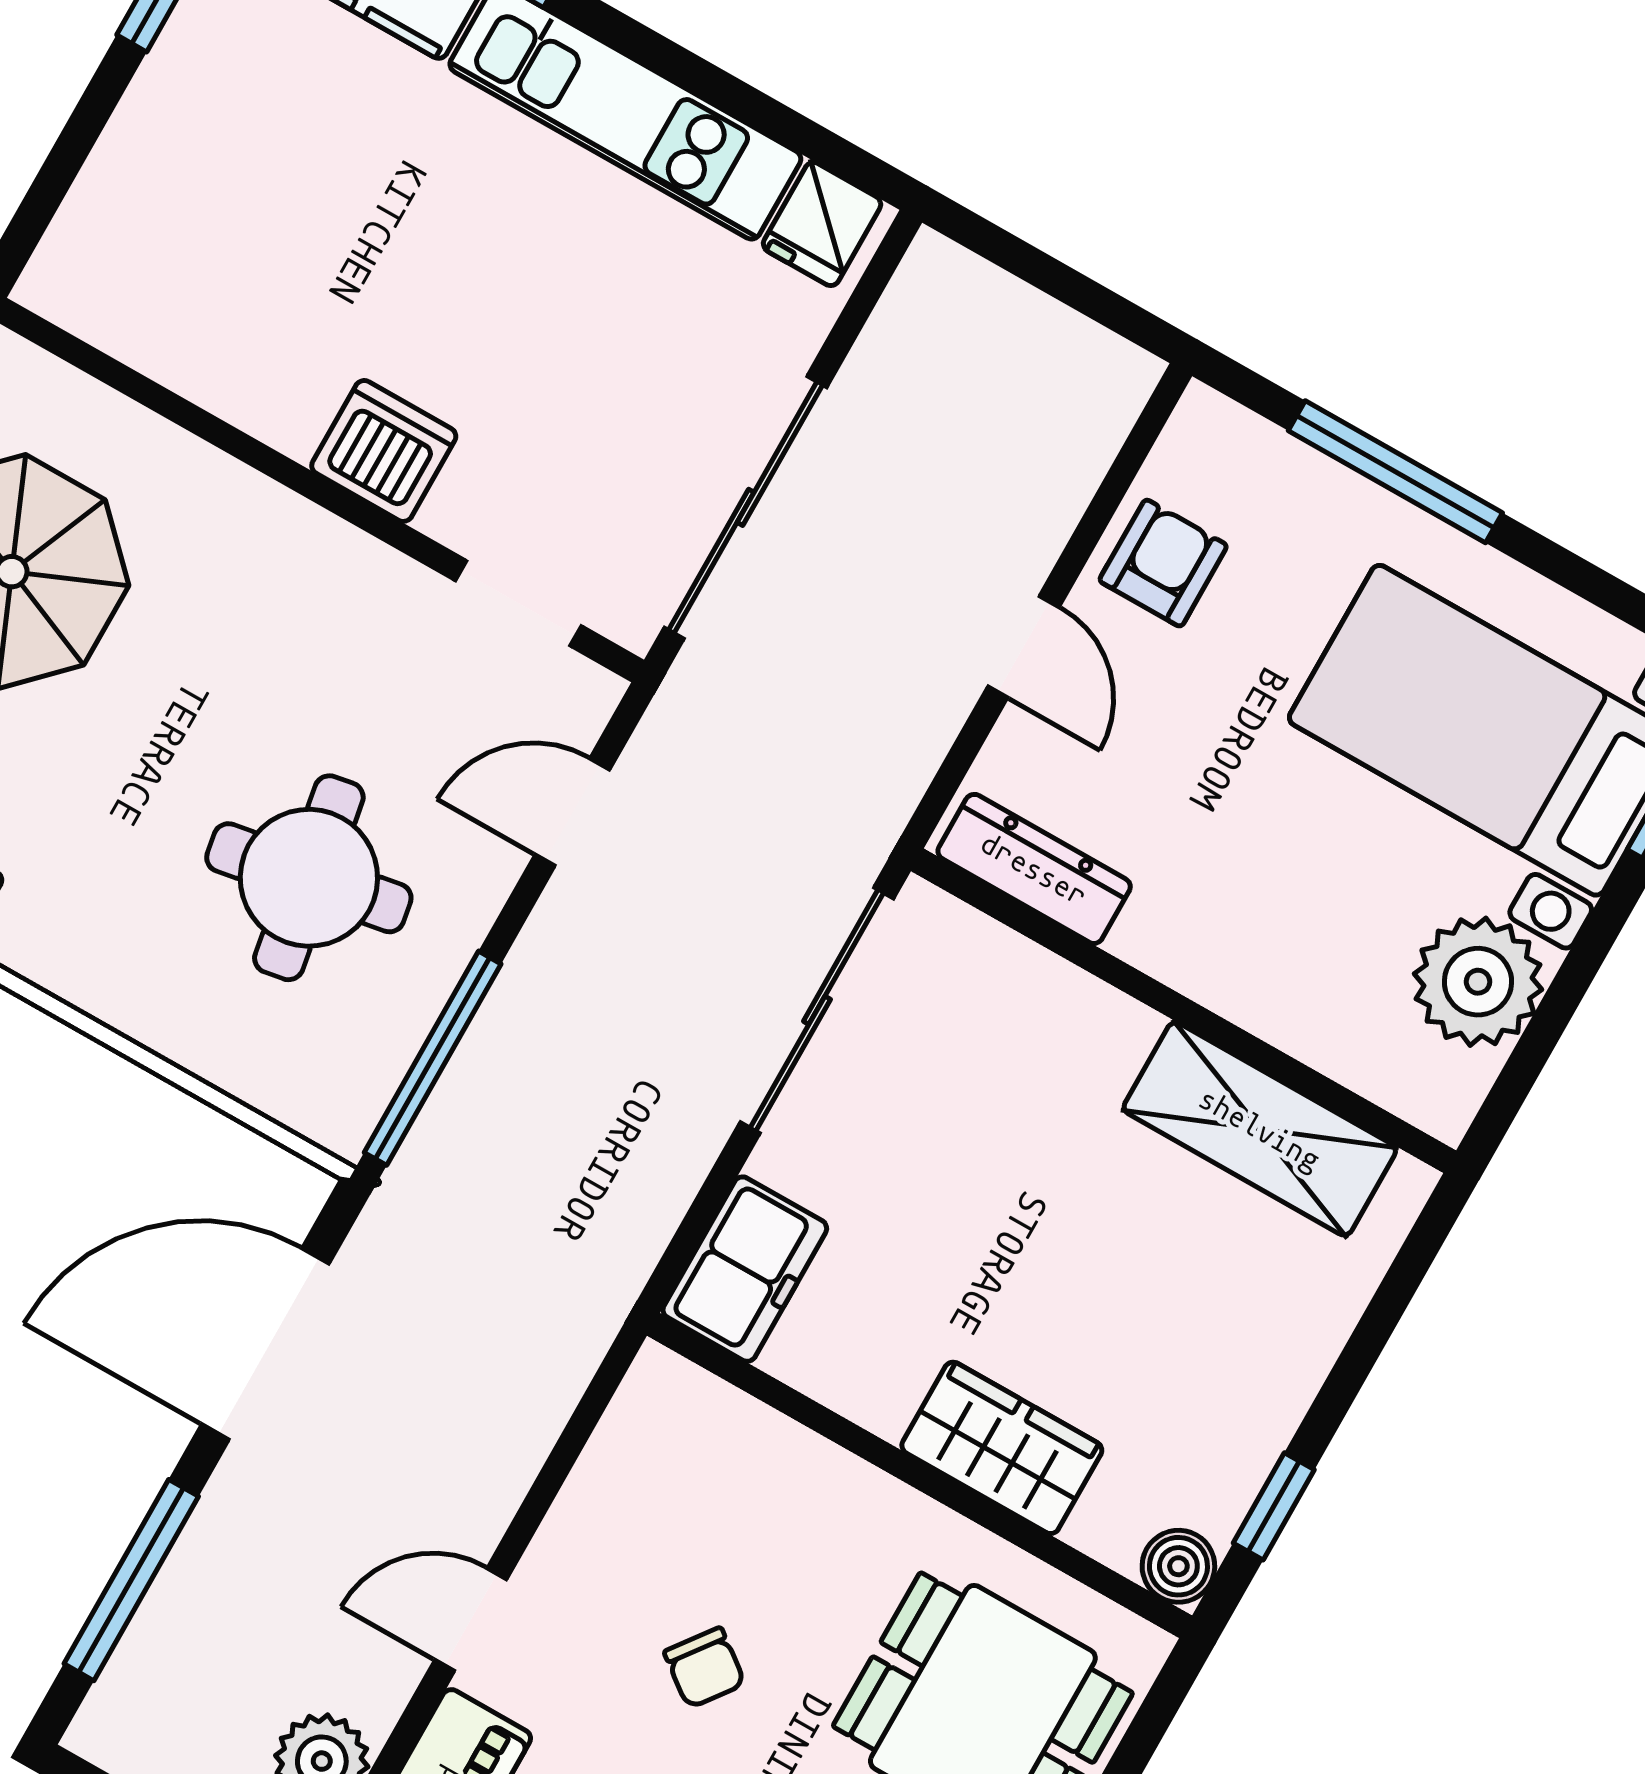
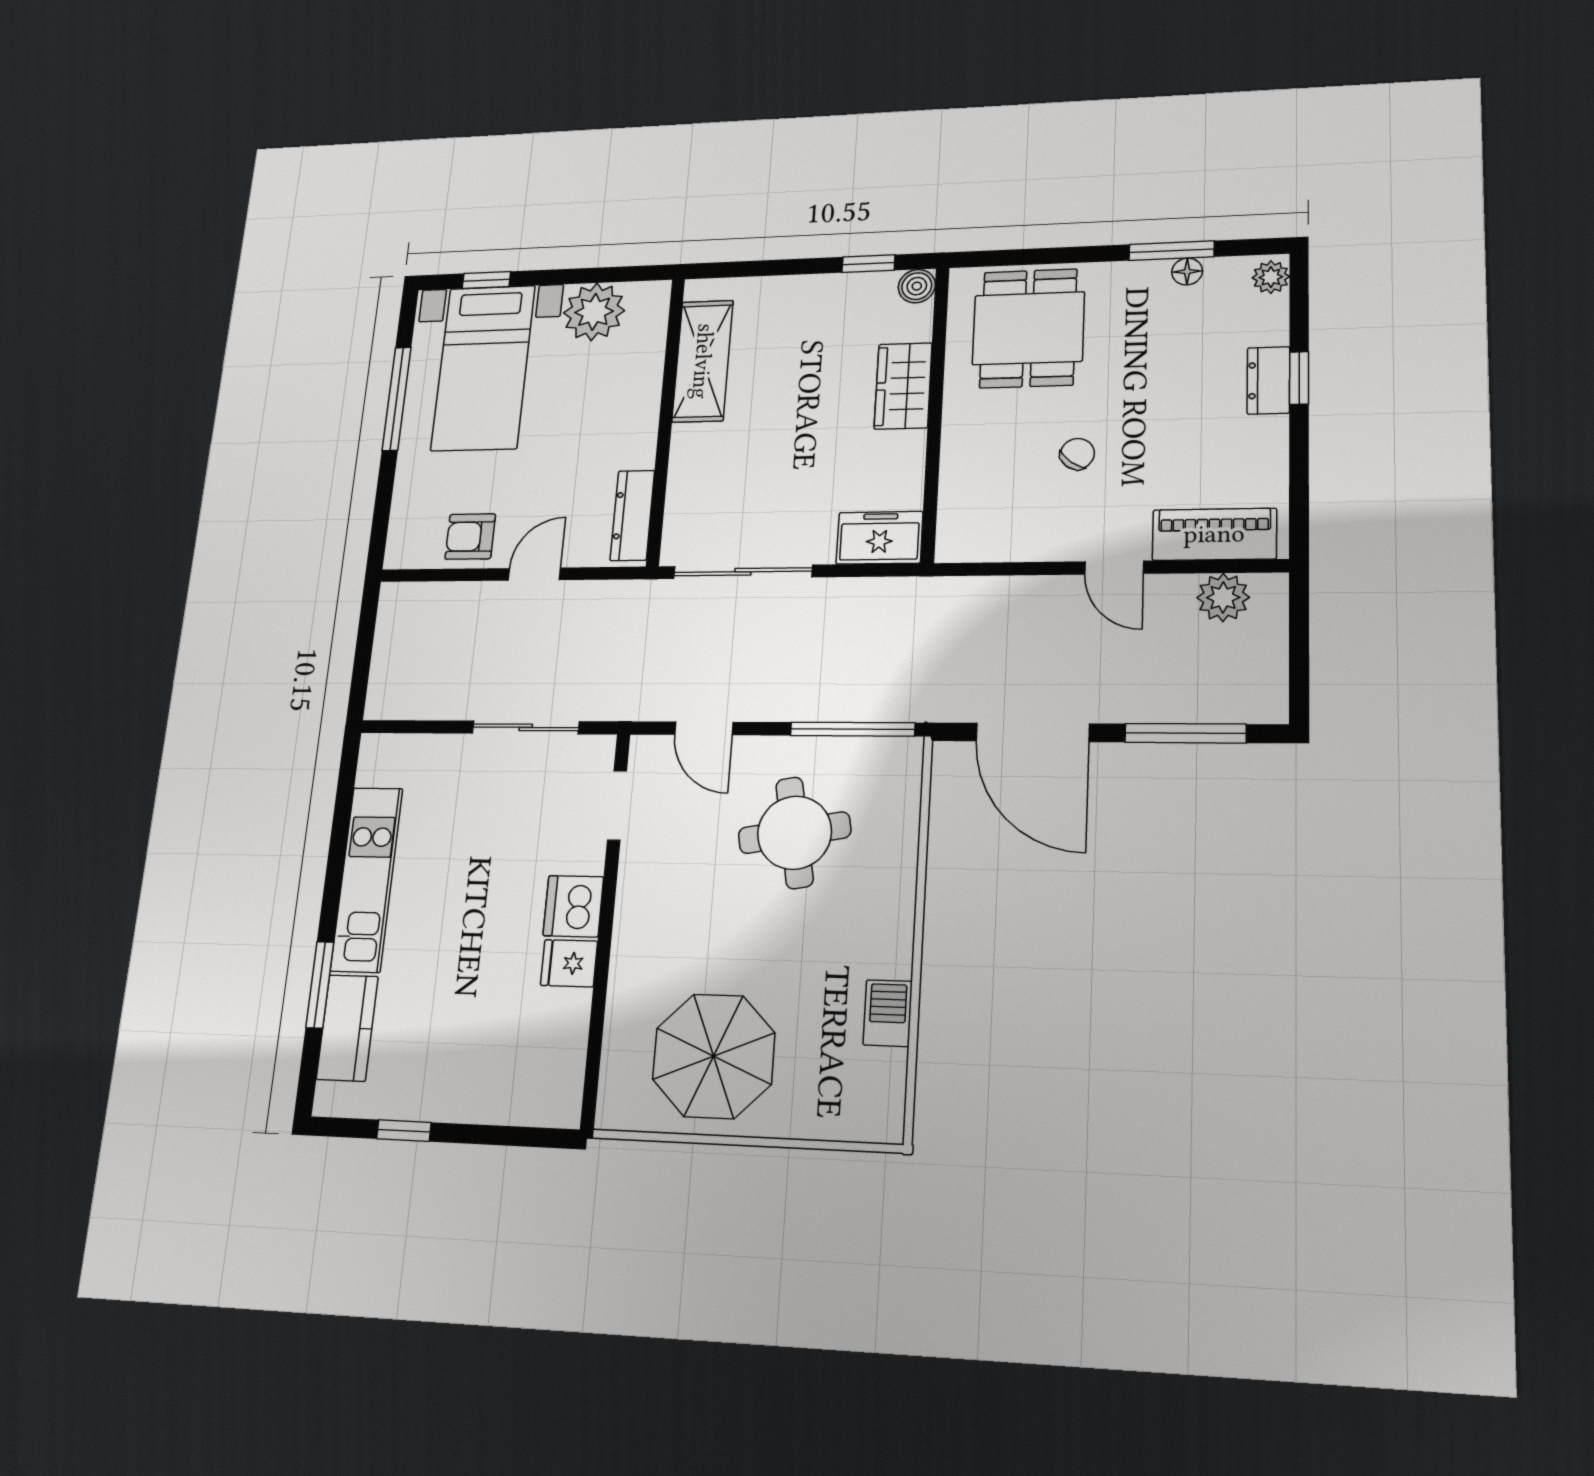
fridge: (822, 224) -> (569, 963), moved, turned 180
window: (1395, 472) -> (397, 399), moved
sliding door: (746, 507) -> (526, 727), width x0.73

